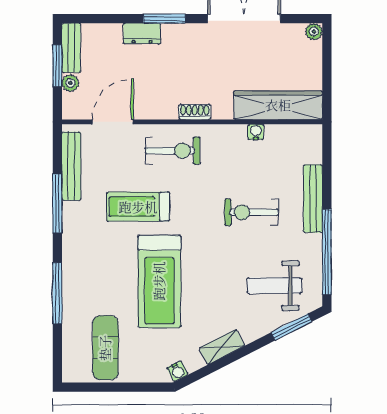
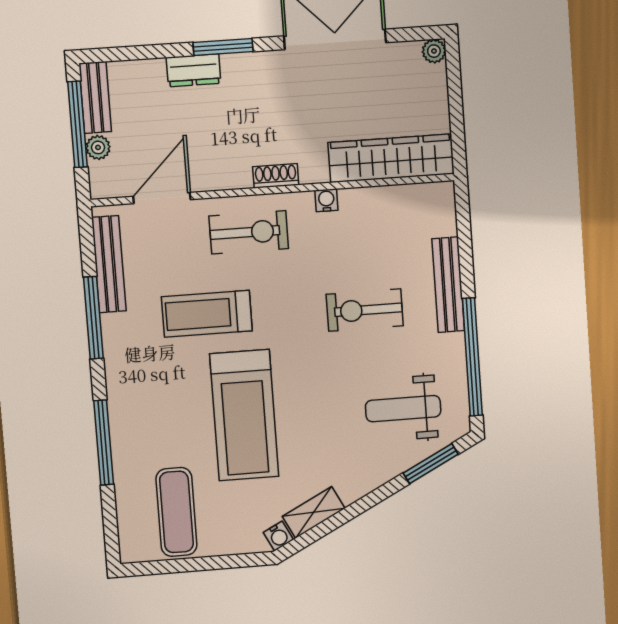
window: (57, 66) -> (78, 124), width x1.44
water cooler: (256, 132) -> (326, 200), moved
shelving: (222, 347) -> (314, 512), moved

